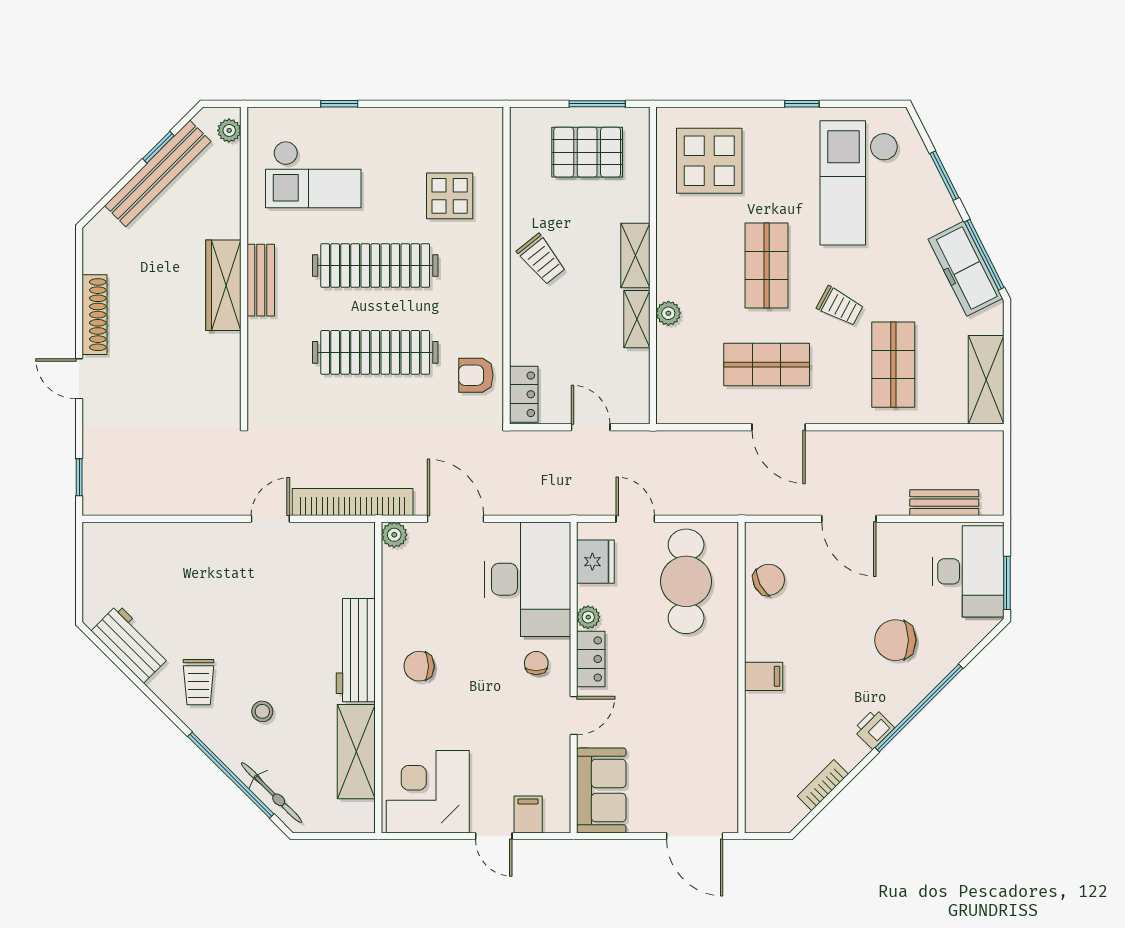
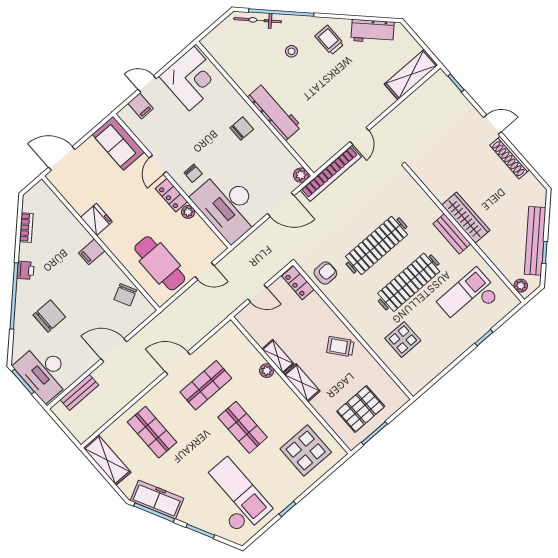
trolley: (840, 306) -> (196, 437), removed
fridge: (595, 562) -> (96, 219), moved, turned 180
shelving: (356, 752) -> (411, 75), moved, turned 90

